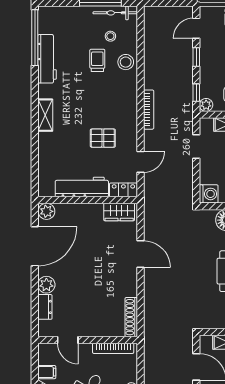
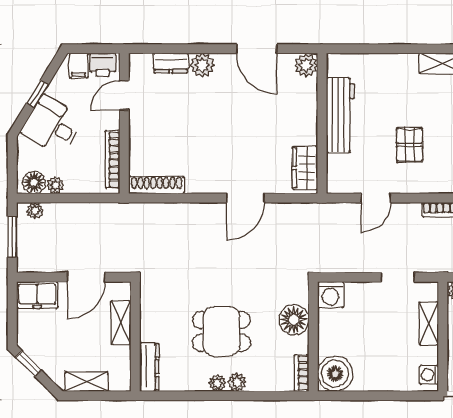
door: (140, 162) -> (376, 198), hinge flipped
locker: (123, 190) -> (336, 174), removed
door: (35, 246) -> (257, 49), width x0.73
printer: (46, 355) -> (103, 65), added

